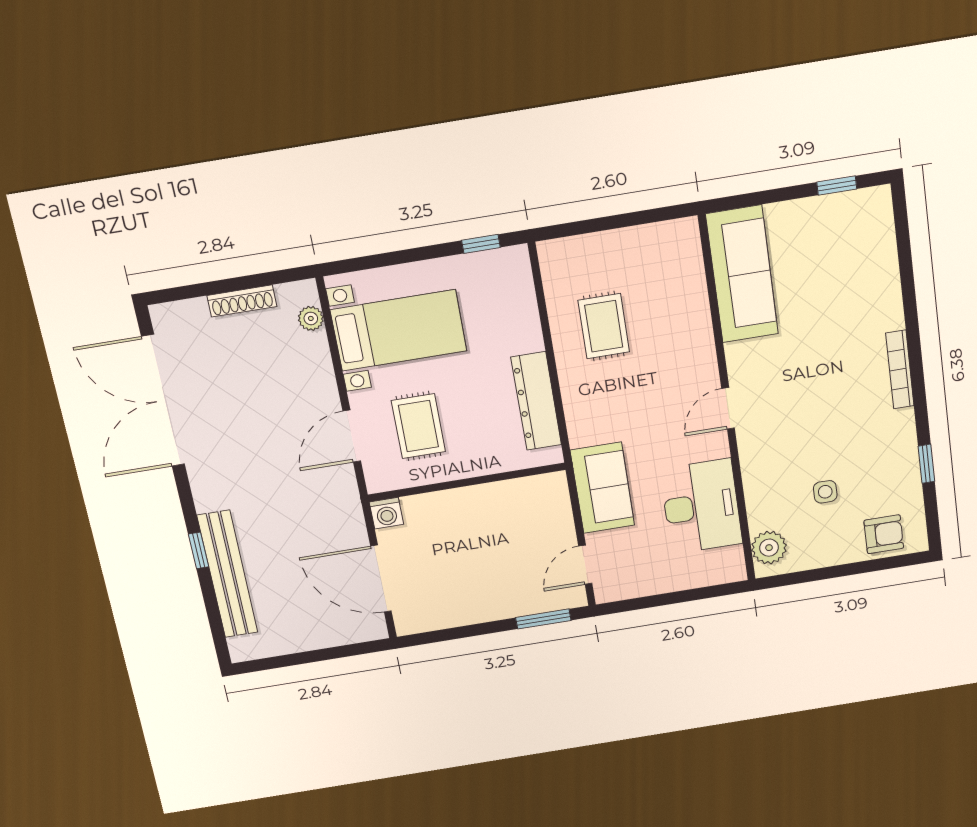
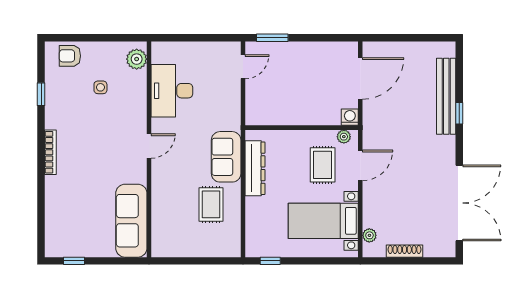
plant: (390, 479) -> (344, 137), added
sofa: (602, 488) -> (226, 157), moved
door: (381, 579) -> (360, 78), hinge flipped

